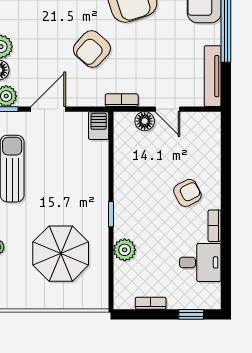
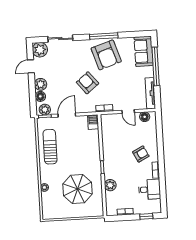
armchair: (92, 49) -> (87, 83), turned 99
floor lamp: (145, 121) -> (145, 117), moved

